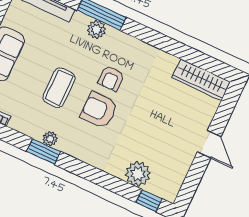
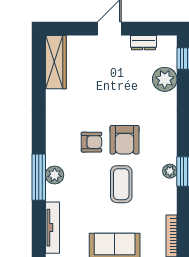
coffee table: (59, 88) -> (121, 184), turned 90
dresser: (181, 170) -> (143, 43), added

